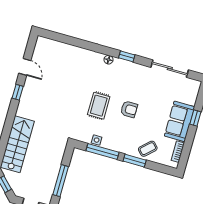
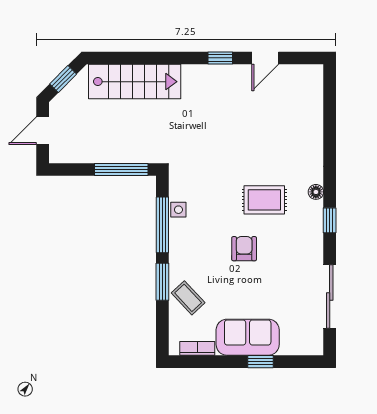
rug: (99, 106) -> (264, 200), moved
armchair: (129, 109) -> (244, 249), turned 180
window: (61, 181) -> (121, 169), moved

